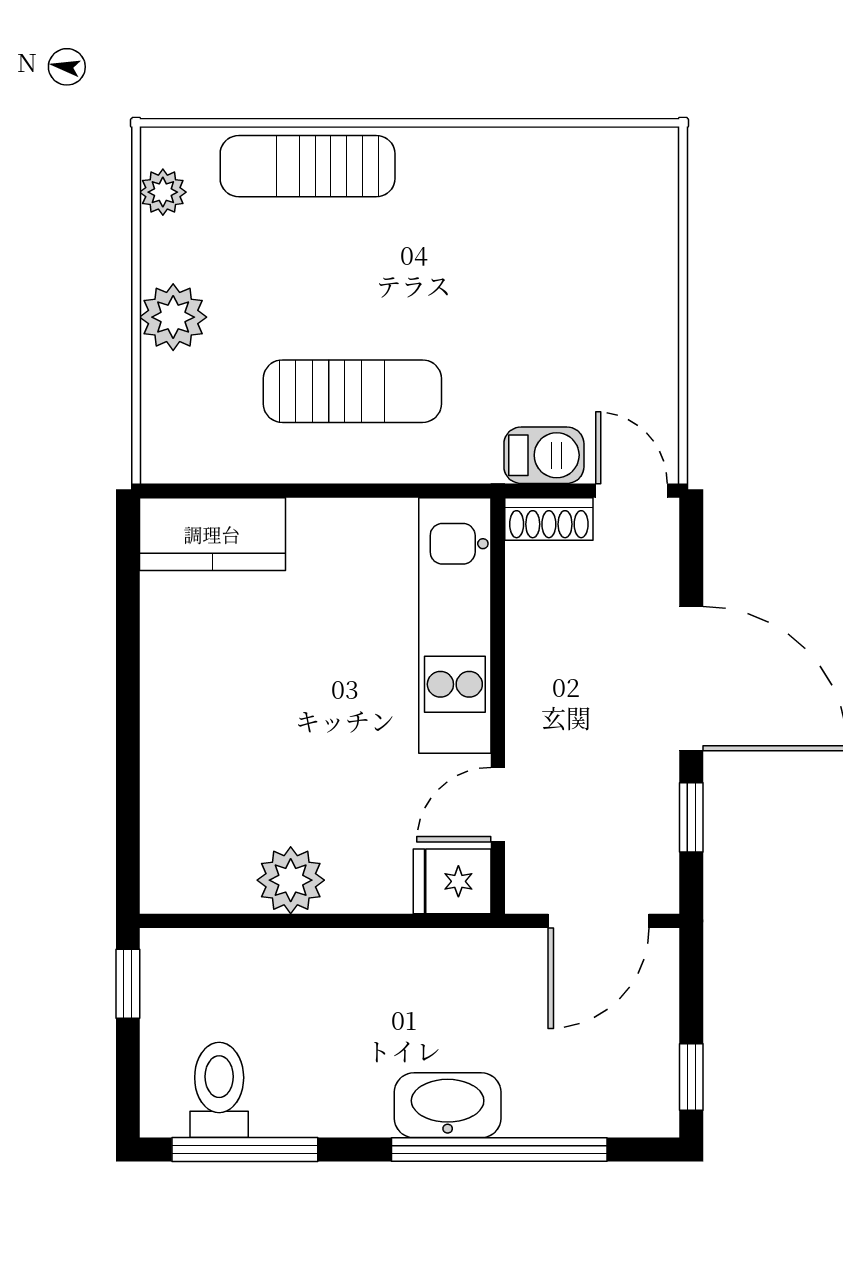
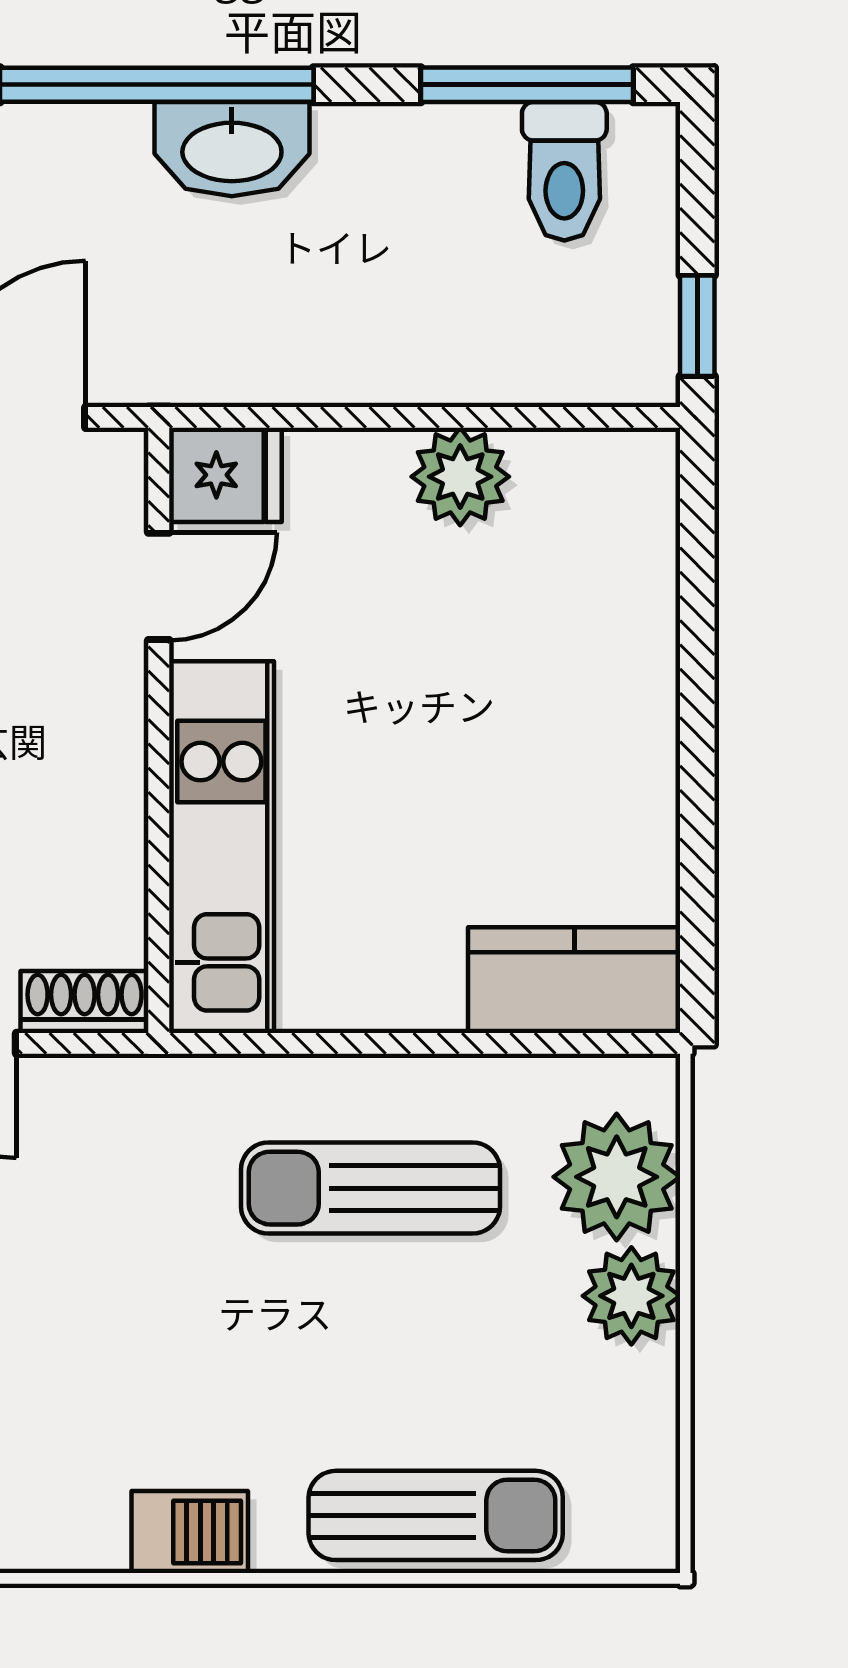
plant: (163, 192) -> (617, 1177), moved, width x1.88, depth x1.88
barbecue: (544, 455) -> (190, 1532), moved, turned 180

